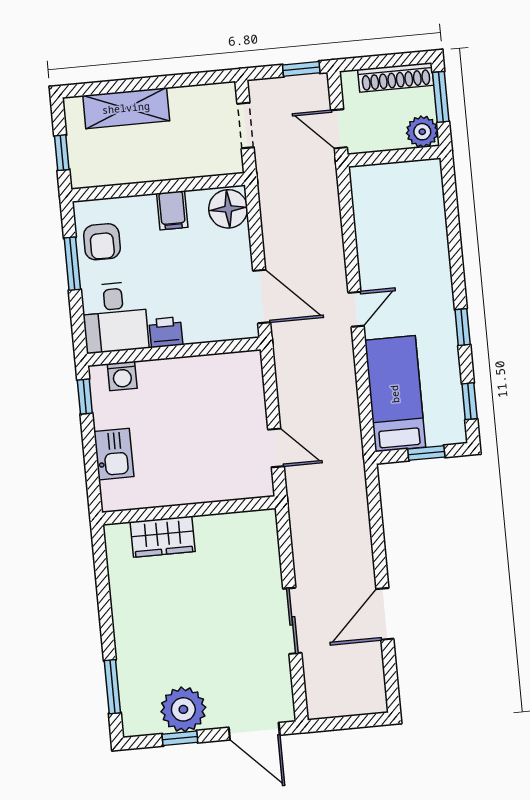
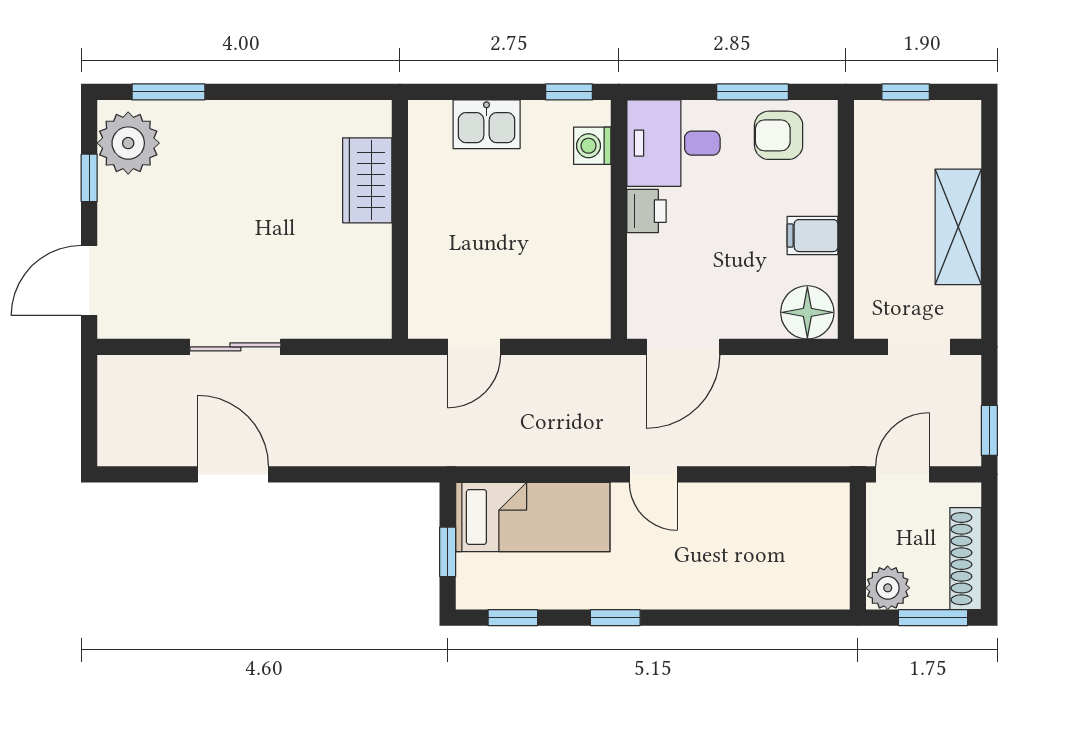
shelving: (126, 108) -> (958, 227), moved
plant: (183, 709) -> (128, 143), moved

